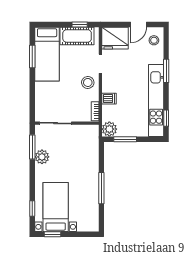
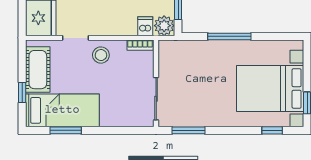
window: (80, 24) -> (22, 93), moved
dishwasher: (109, 99) -> (145, 26), moved
plant: (42, 157) -> (202, 117), removed
window: (101, 188) -> (229, 36), moved
bed with nightstands: (56, 207) -> (270, 88), width x1.36

